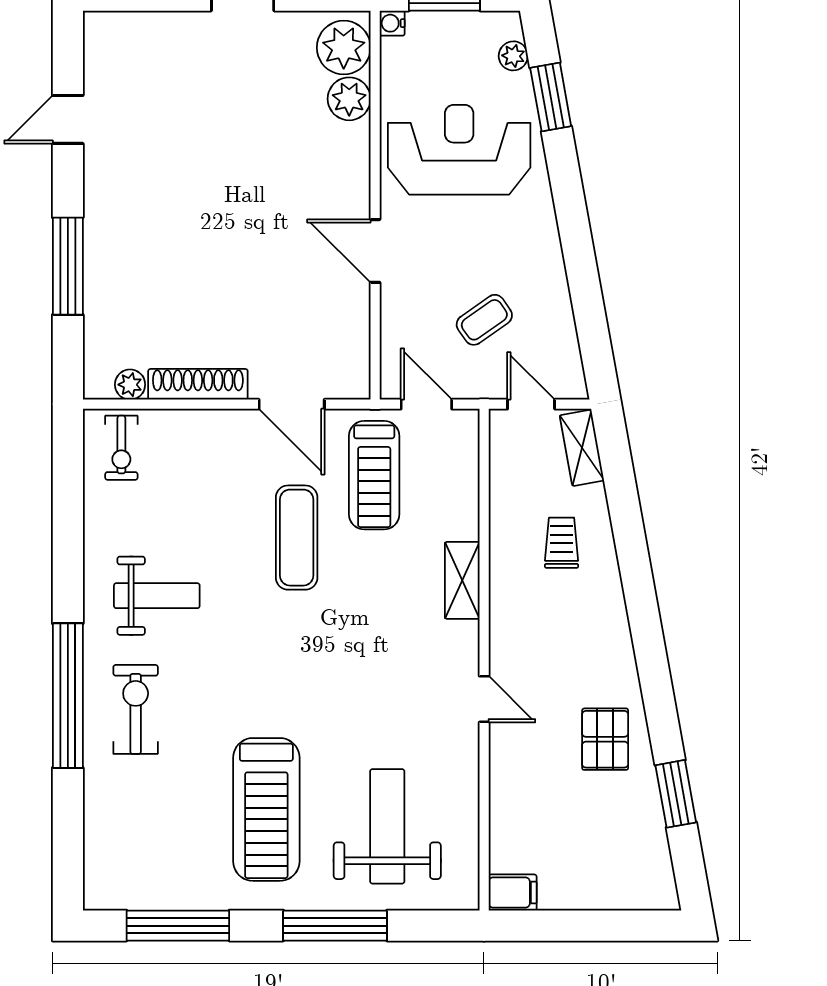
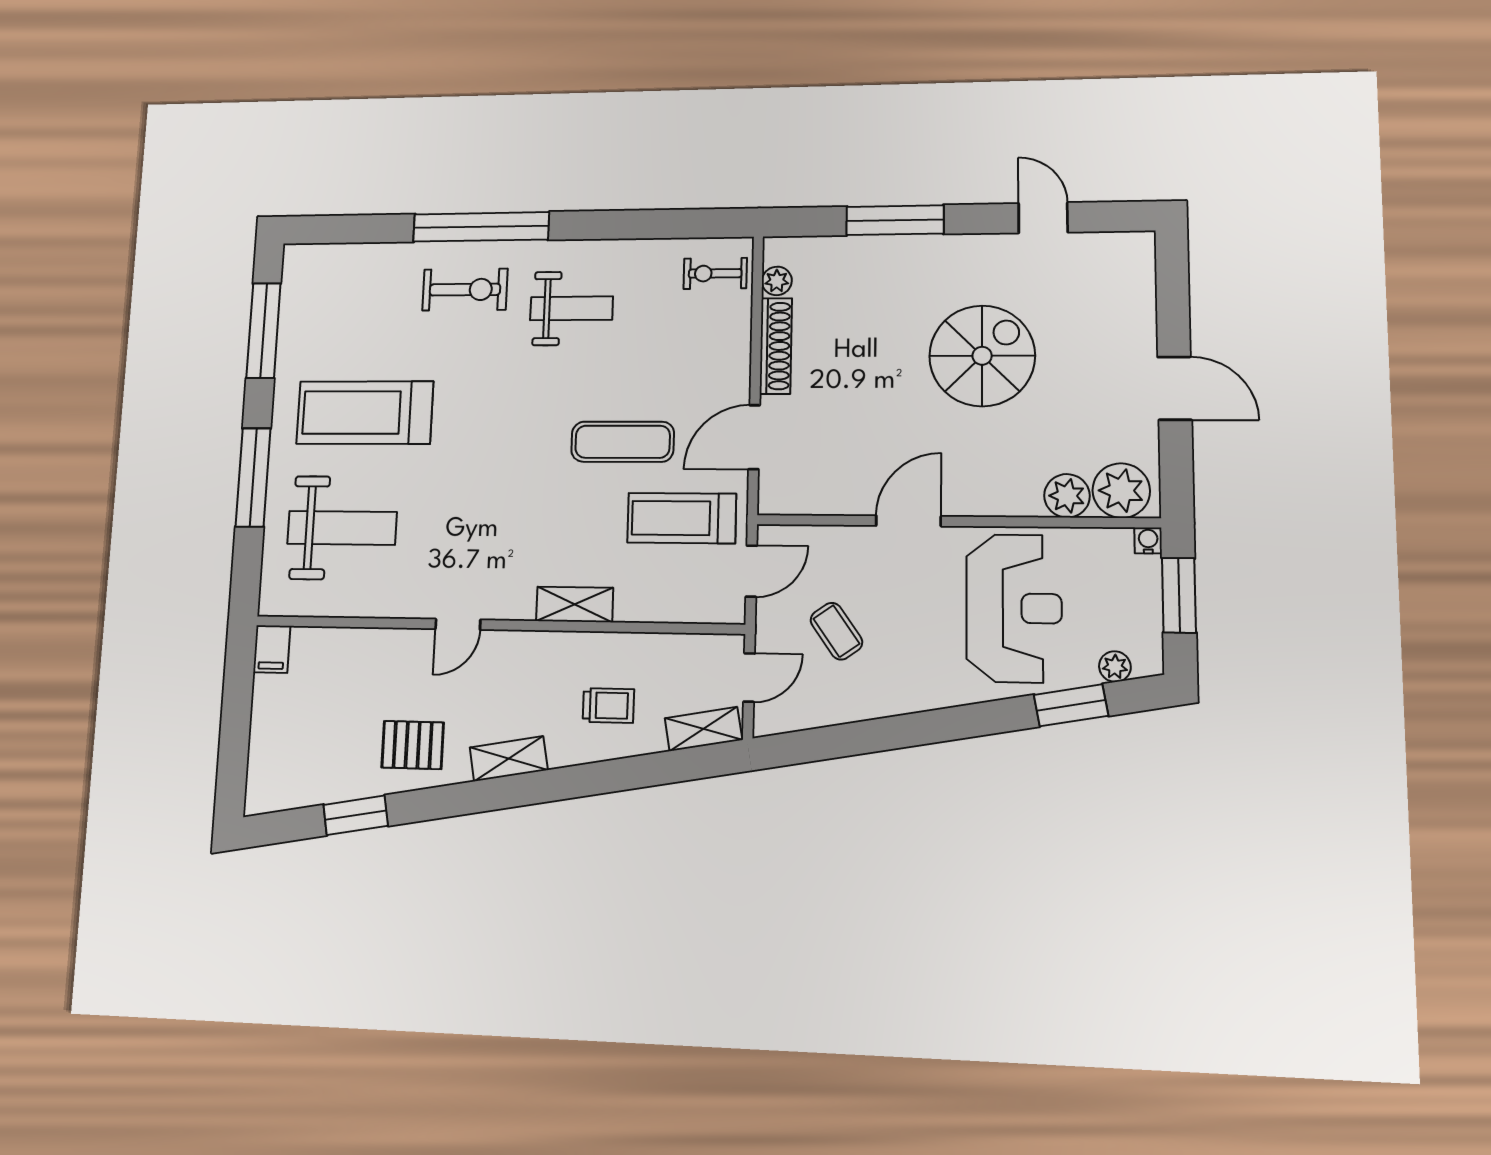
spiral stairs: (209, 180) -> (982, 356), added
weight bench: (157, 596) -> (571, 308), turned -90
shelving: (616, 641) -> (509, 759), added

